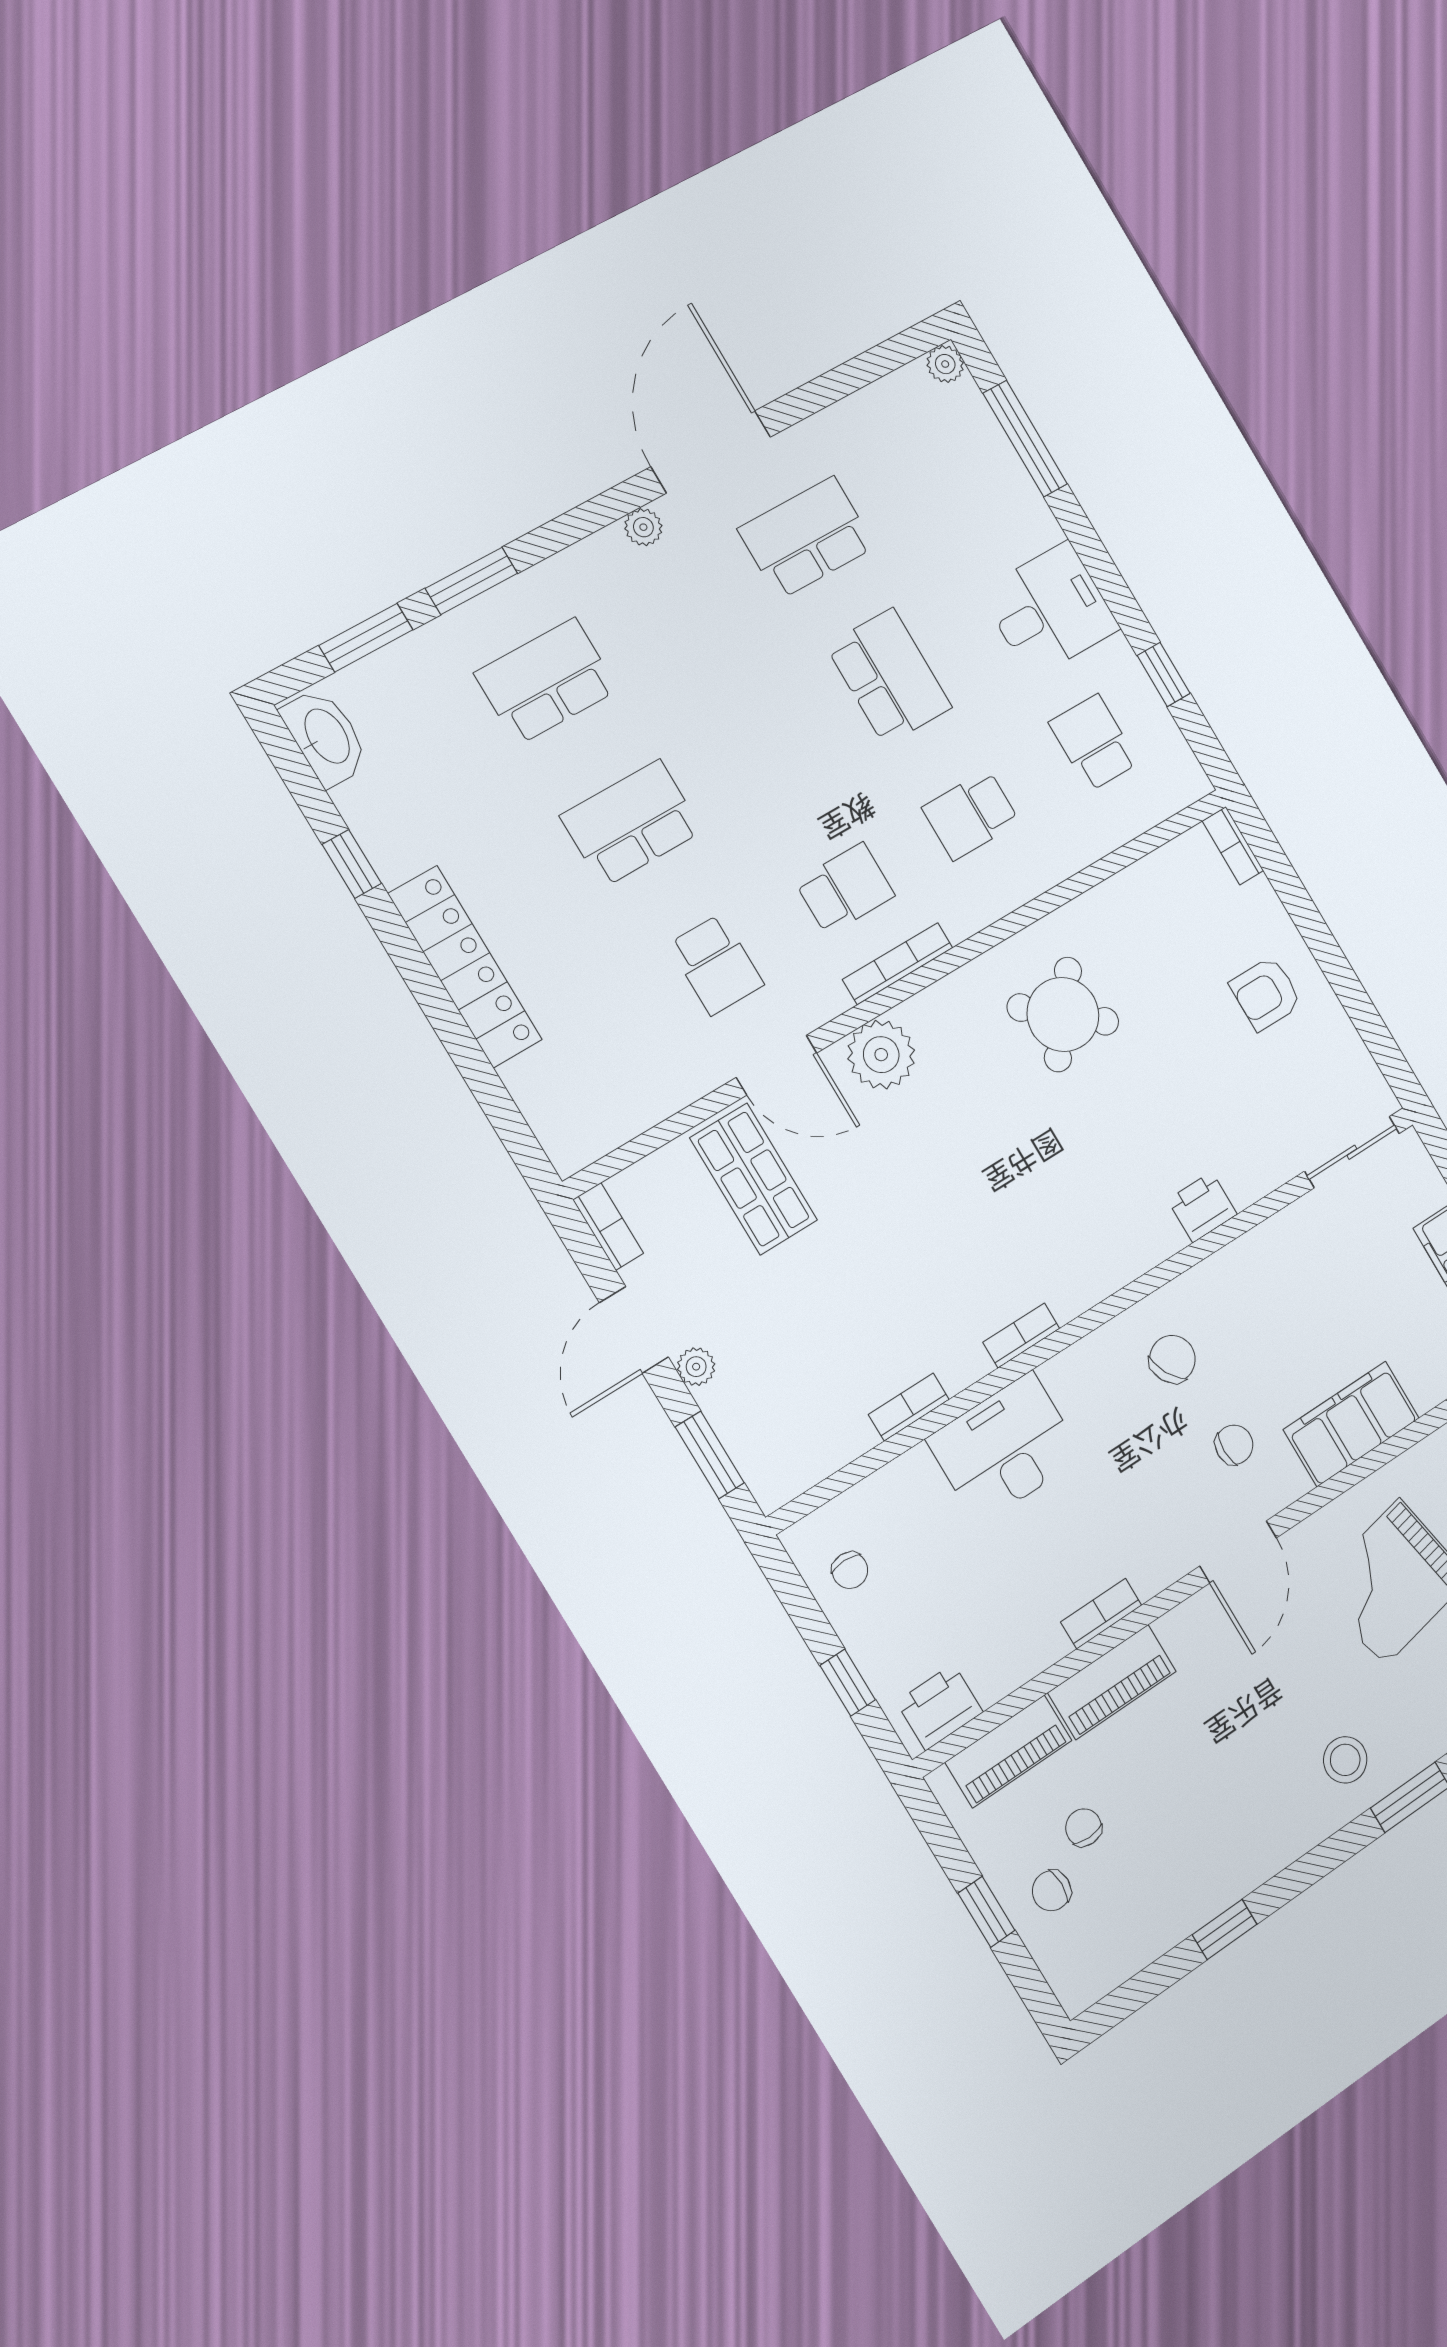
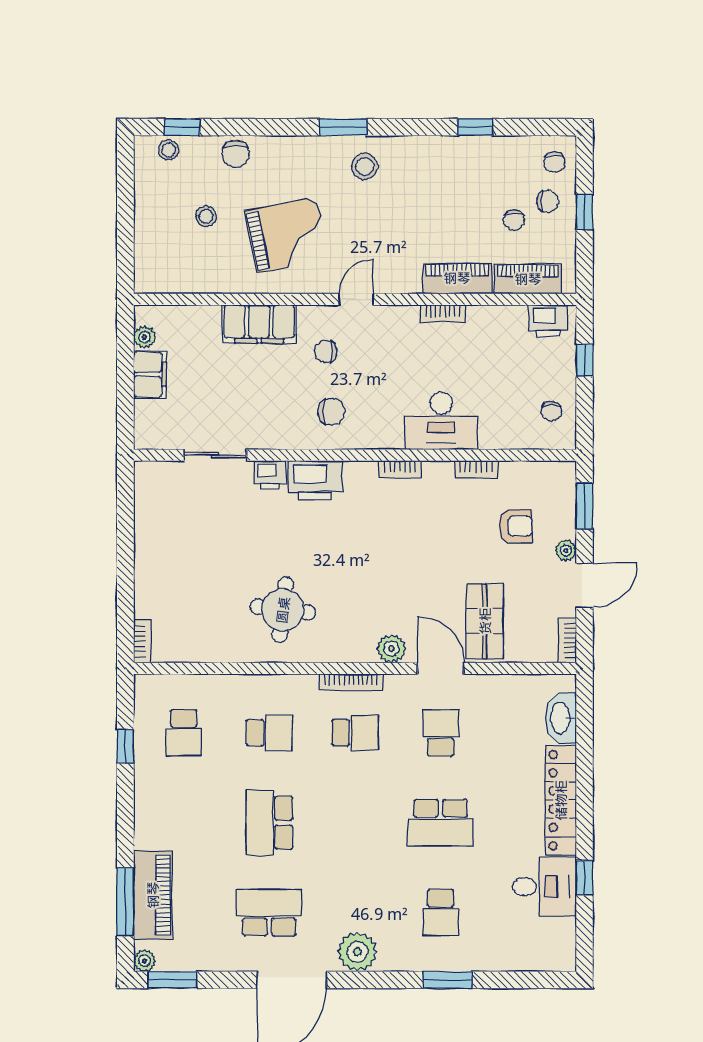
piano: (992, 471) -> (153, 895), added
plant: (643, 527) -> (357, 952), width x1.88, depth x1.88
school desk: (807, 538) -> (269, 913), turned 180
desk: (1050, 610) -> (544, 887), moved, turned 180
window: (366, 638) -> (173, 980), moved
school desk: (546, 681) -> (441, 913), width x0.54
washbasin: (326, 737) -> (561, 718), moved
school desk: (845, 889) -> (355, 733), turned 180
armchair: (1266, 994) -> (515, 526), moved
round table: (1063, 1014) -> (283, 610), turned -32
plant: (881, 1055) -> (391, 649), width x0.73, depth x0.73
sliding door: (1352, 1152) -> (215, 455), moved
printer: (1133, 1240) -> (315, 480), added
chair: (1172, 1359) -> (331, 411), turned -151
door: (1238, 1552) -> (356, 299), width x0.73
chair: (850, 1570) -> (551, 411), turned 180
chair: (1078, 1958) -> (554, 162), added

